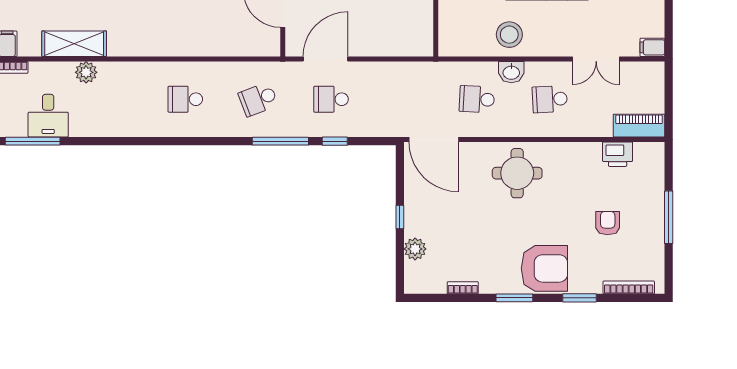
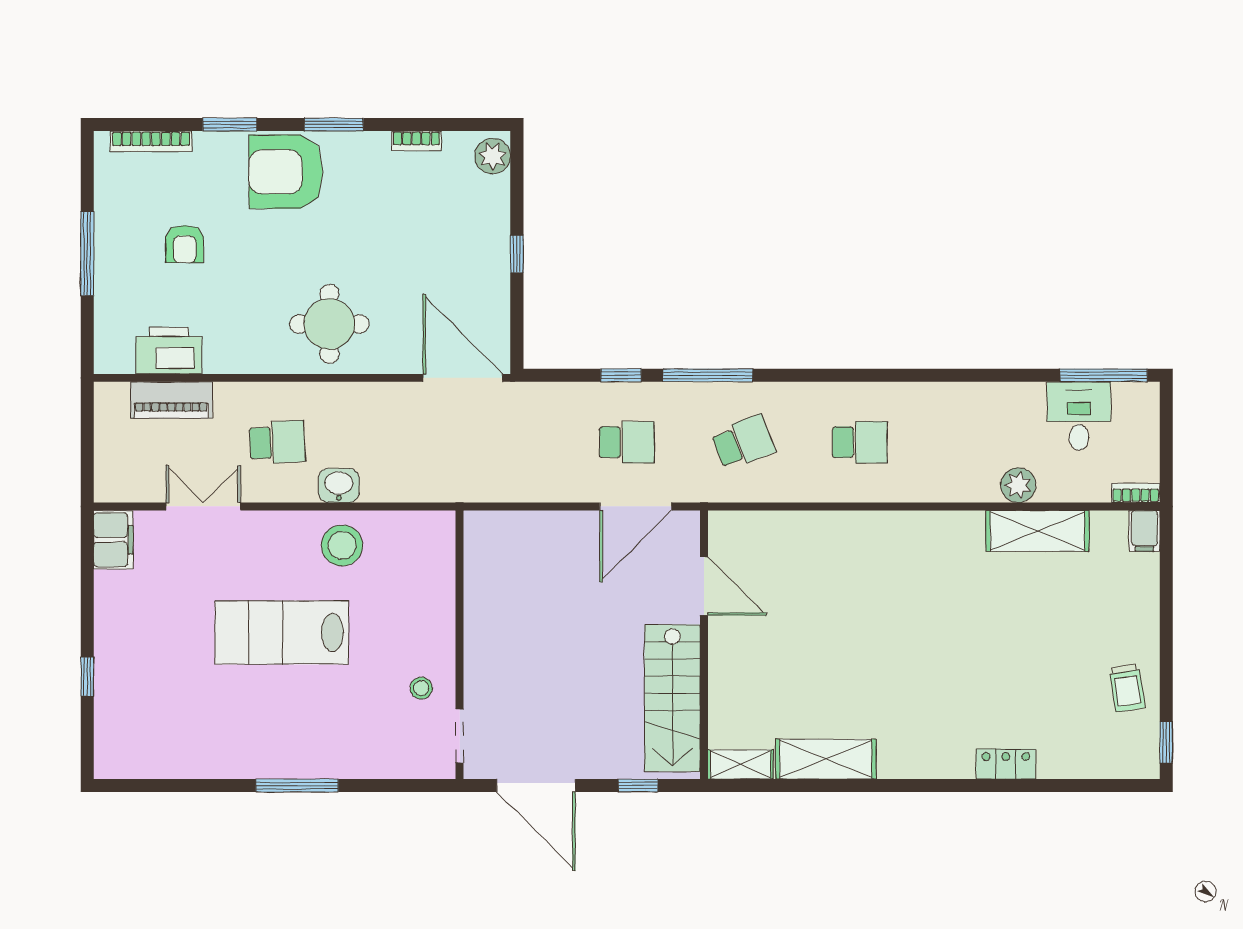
filing cabinet: (652, 47) -> (113, 540), width x2.00
school desk: (477, 99) -> (394, 442), removed
piano: (639, 126) -> (171, 400), moved
printer: (618, 154) -> (169, 351), width x1.37, depth x1.19
plant: (415, 249) -> (493, 156), moved

